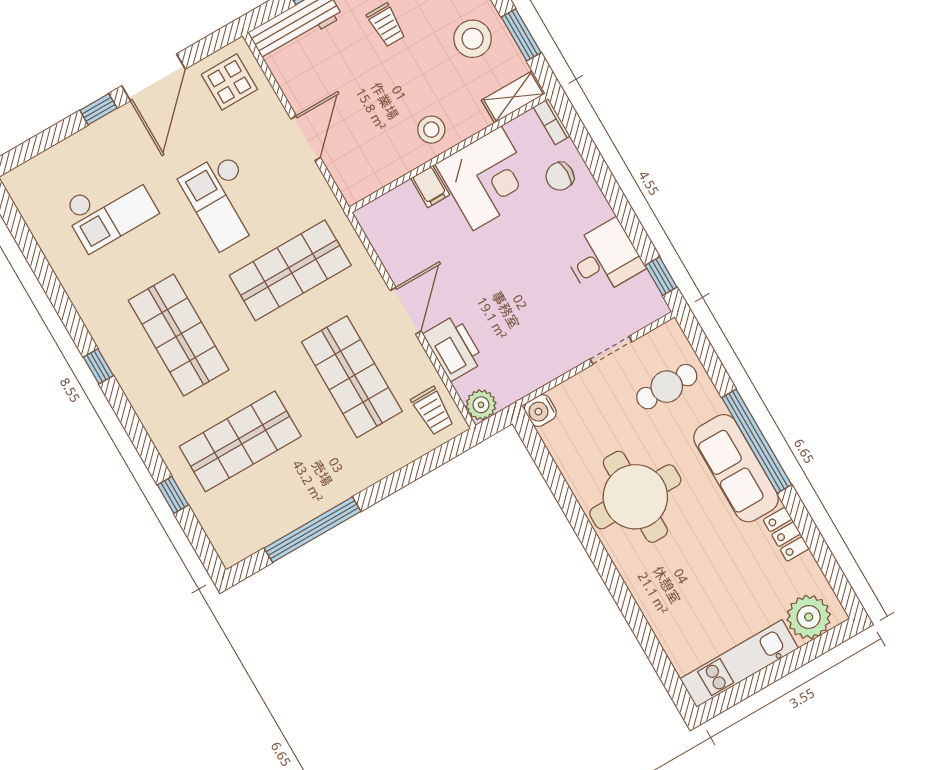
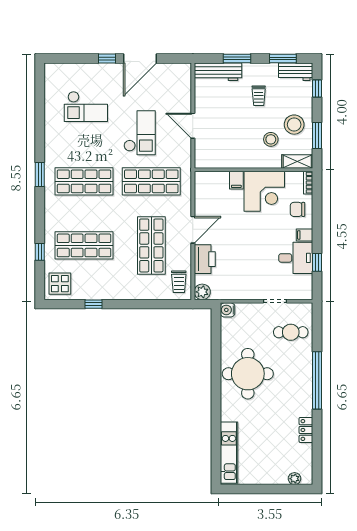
display table: (229, 82) -> (60, 284), moved
stool: (431, 130) -> (271, 139), moved
door: (306, 138) -> (193, 126), swing flipped
checkout: (224, 201) -> (140, 133), turned 180
filing cabinet: (596, 212) -> (305, 235), added
window: (661, 276) -> (317, 262), moved
shop shelf: (179, 335) -> (84, 181), turned 90
window: (98, 366) -> (40, 174), width x1.50
sofa: (736, 468) -> (301, 387), removed
window: (312, 530) -> (94, 304), width x0.32
plant: (809, 617) -> (295, 479), width x0.53, depth x0.53
kitchen unit: (739, 663) -> (229, 453), moved, turned 90

